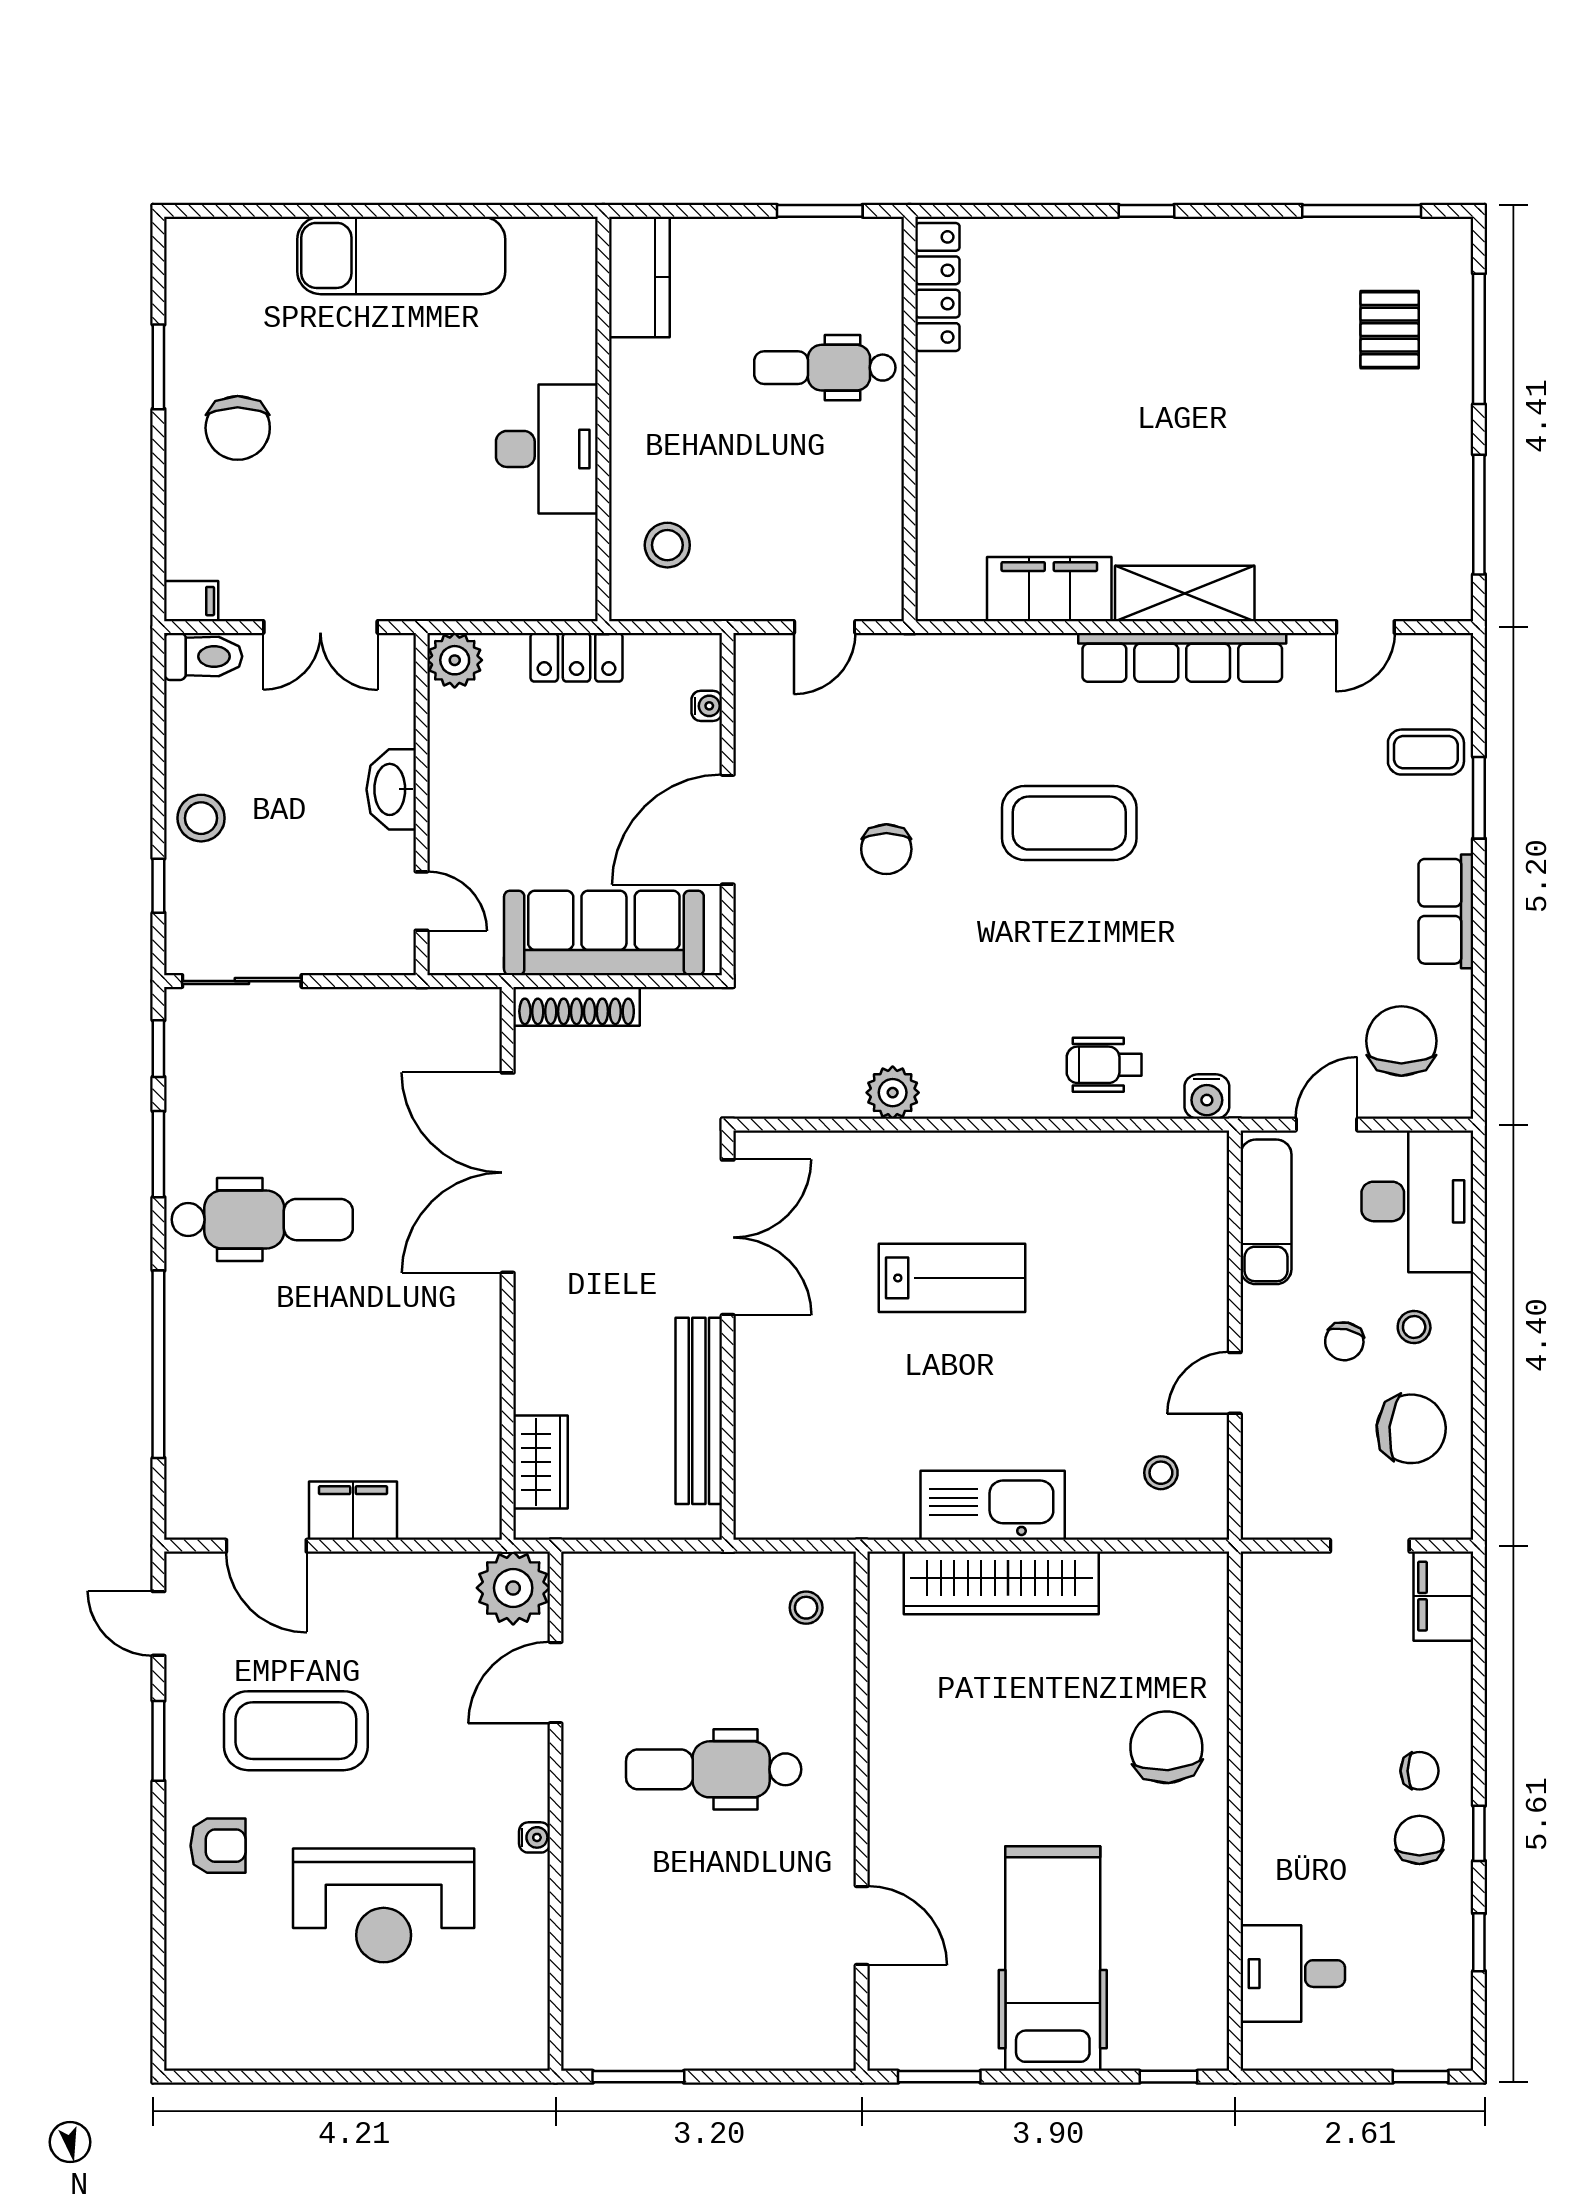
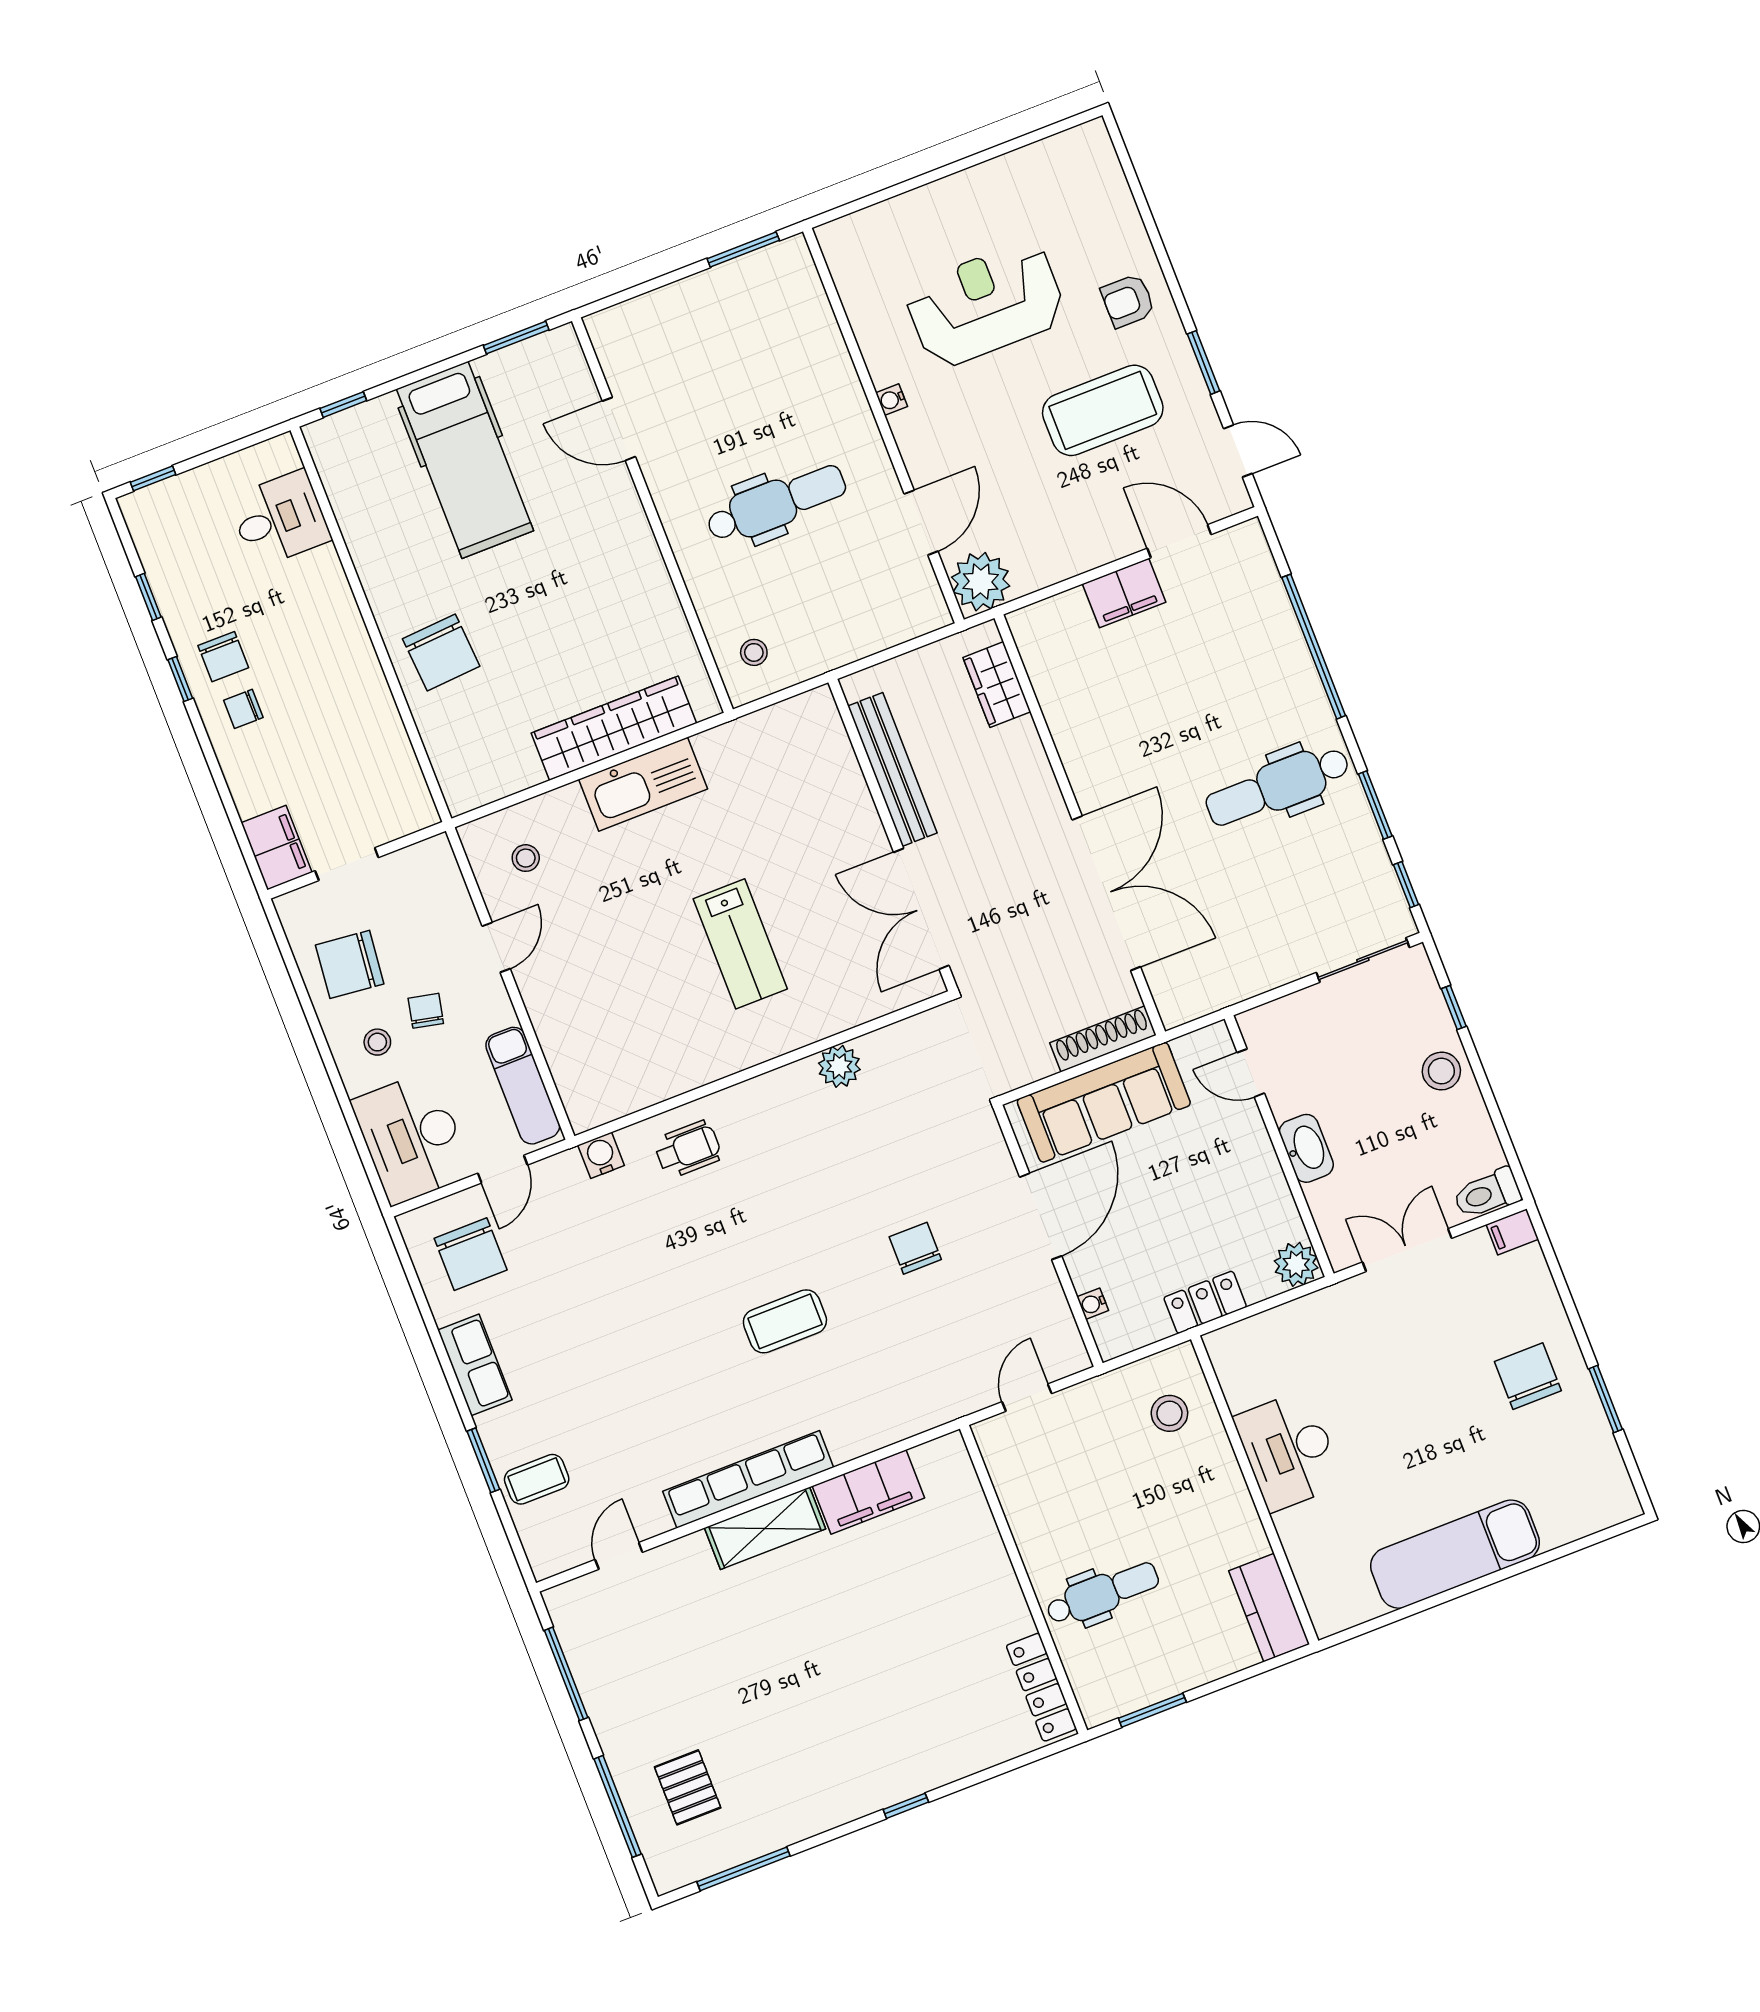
coffee table: (1069, 823) -> (785, 1321), width x0.73, depth x0.76
lab bench: (952, 1278) -> (740, 944), turned -90

